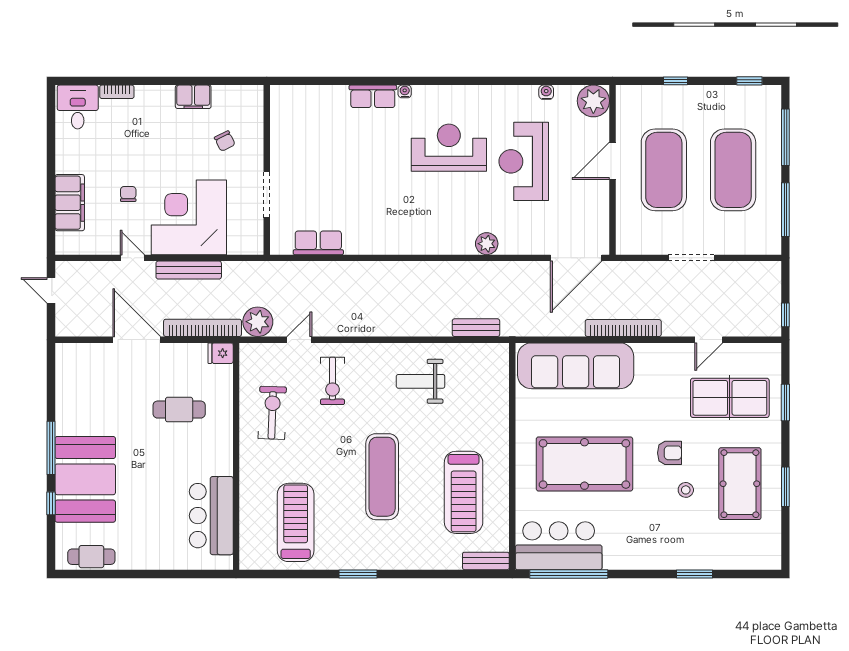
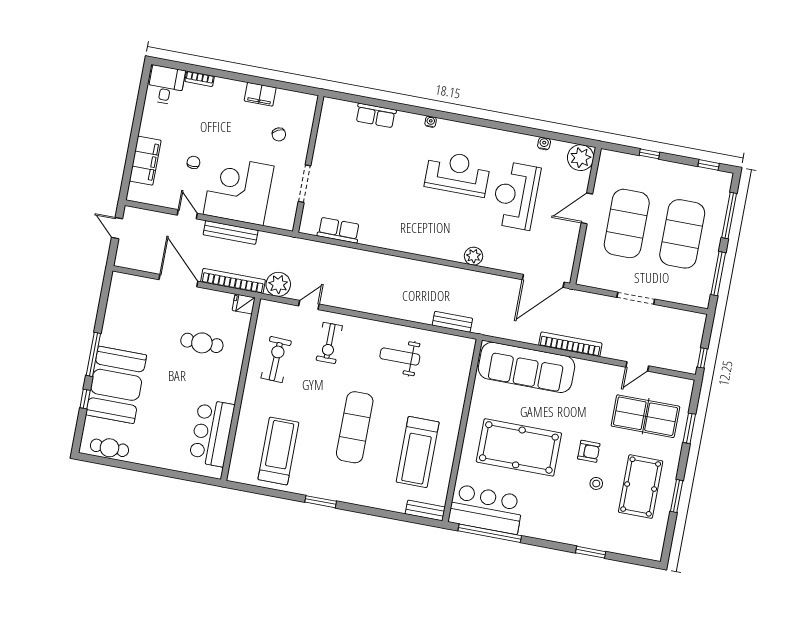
row of seats: (373, 96) -> (376, 115), moved

